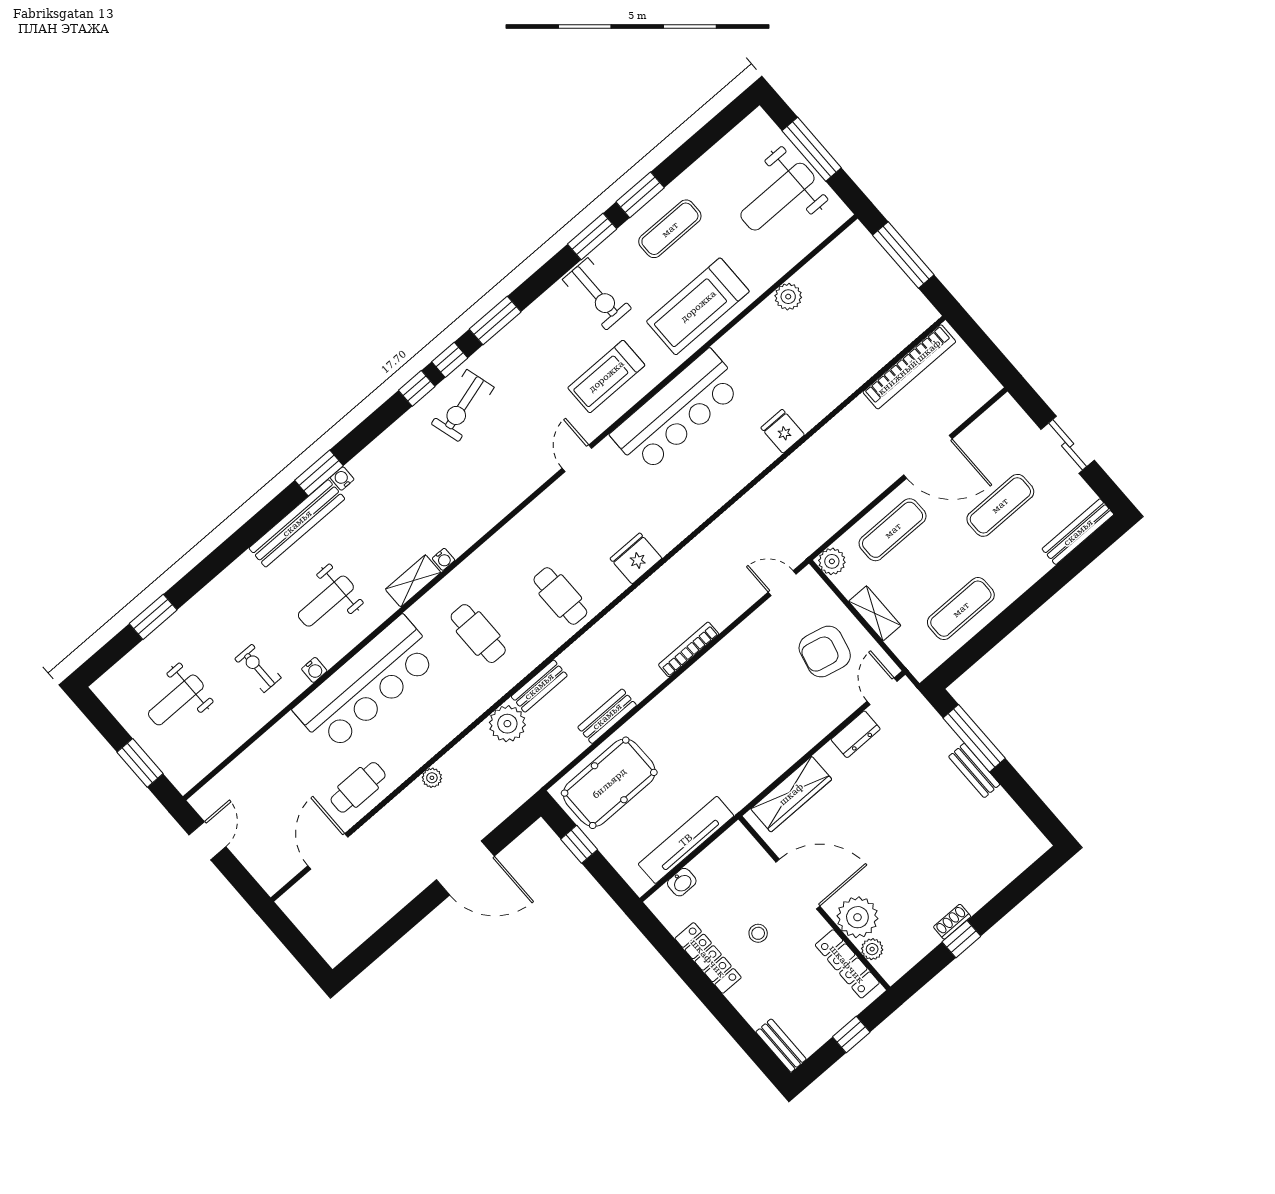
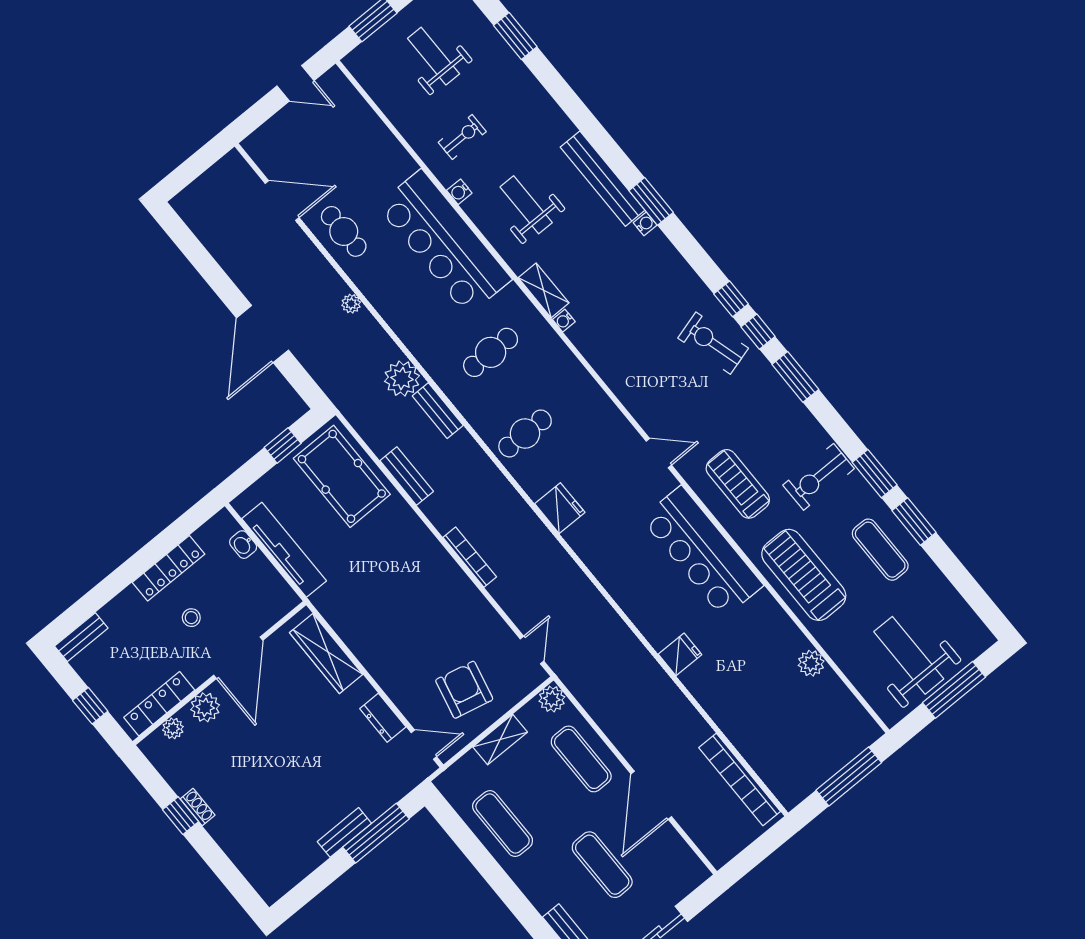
plant: (857, 917) -> (205, 707), width x0.73, depth x0.73

